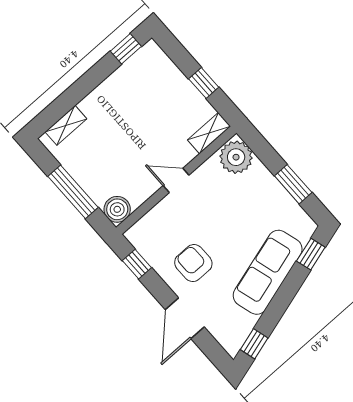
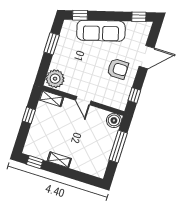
shelving: (66, 125) -> (59, 160), moved
armchair: (193, 263) -> (118, 69), turned -90

